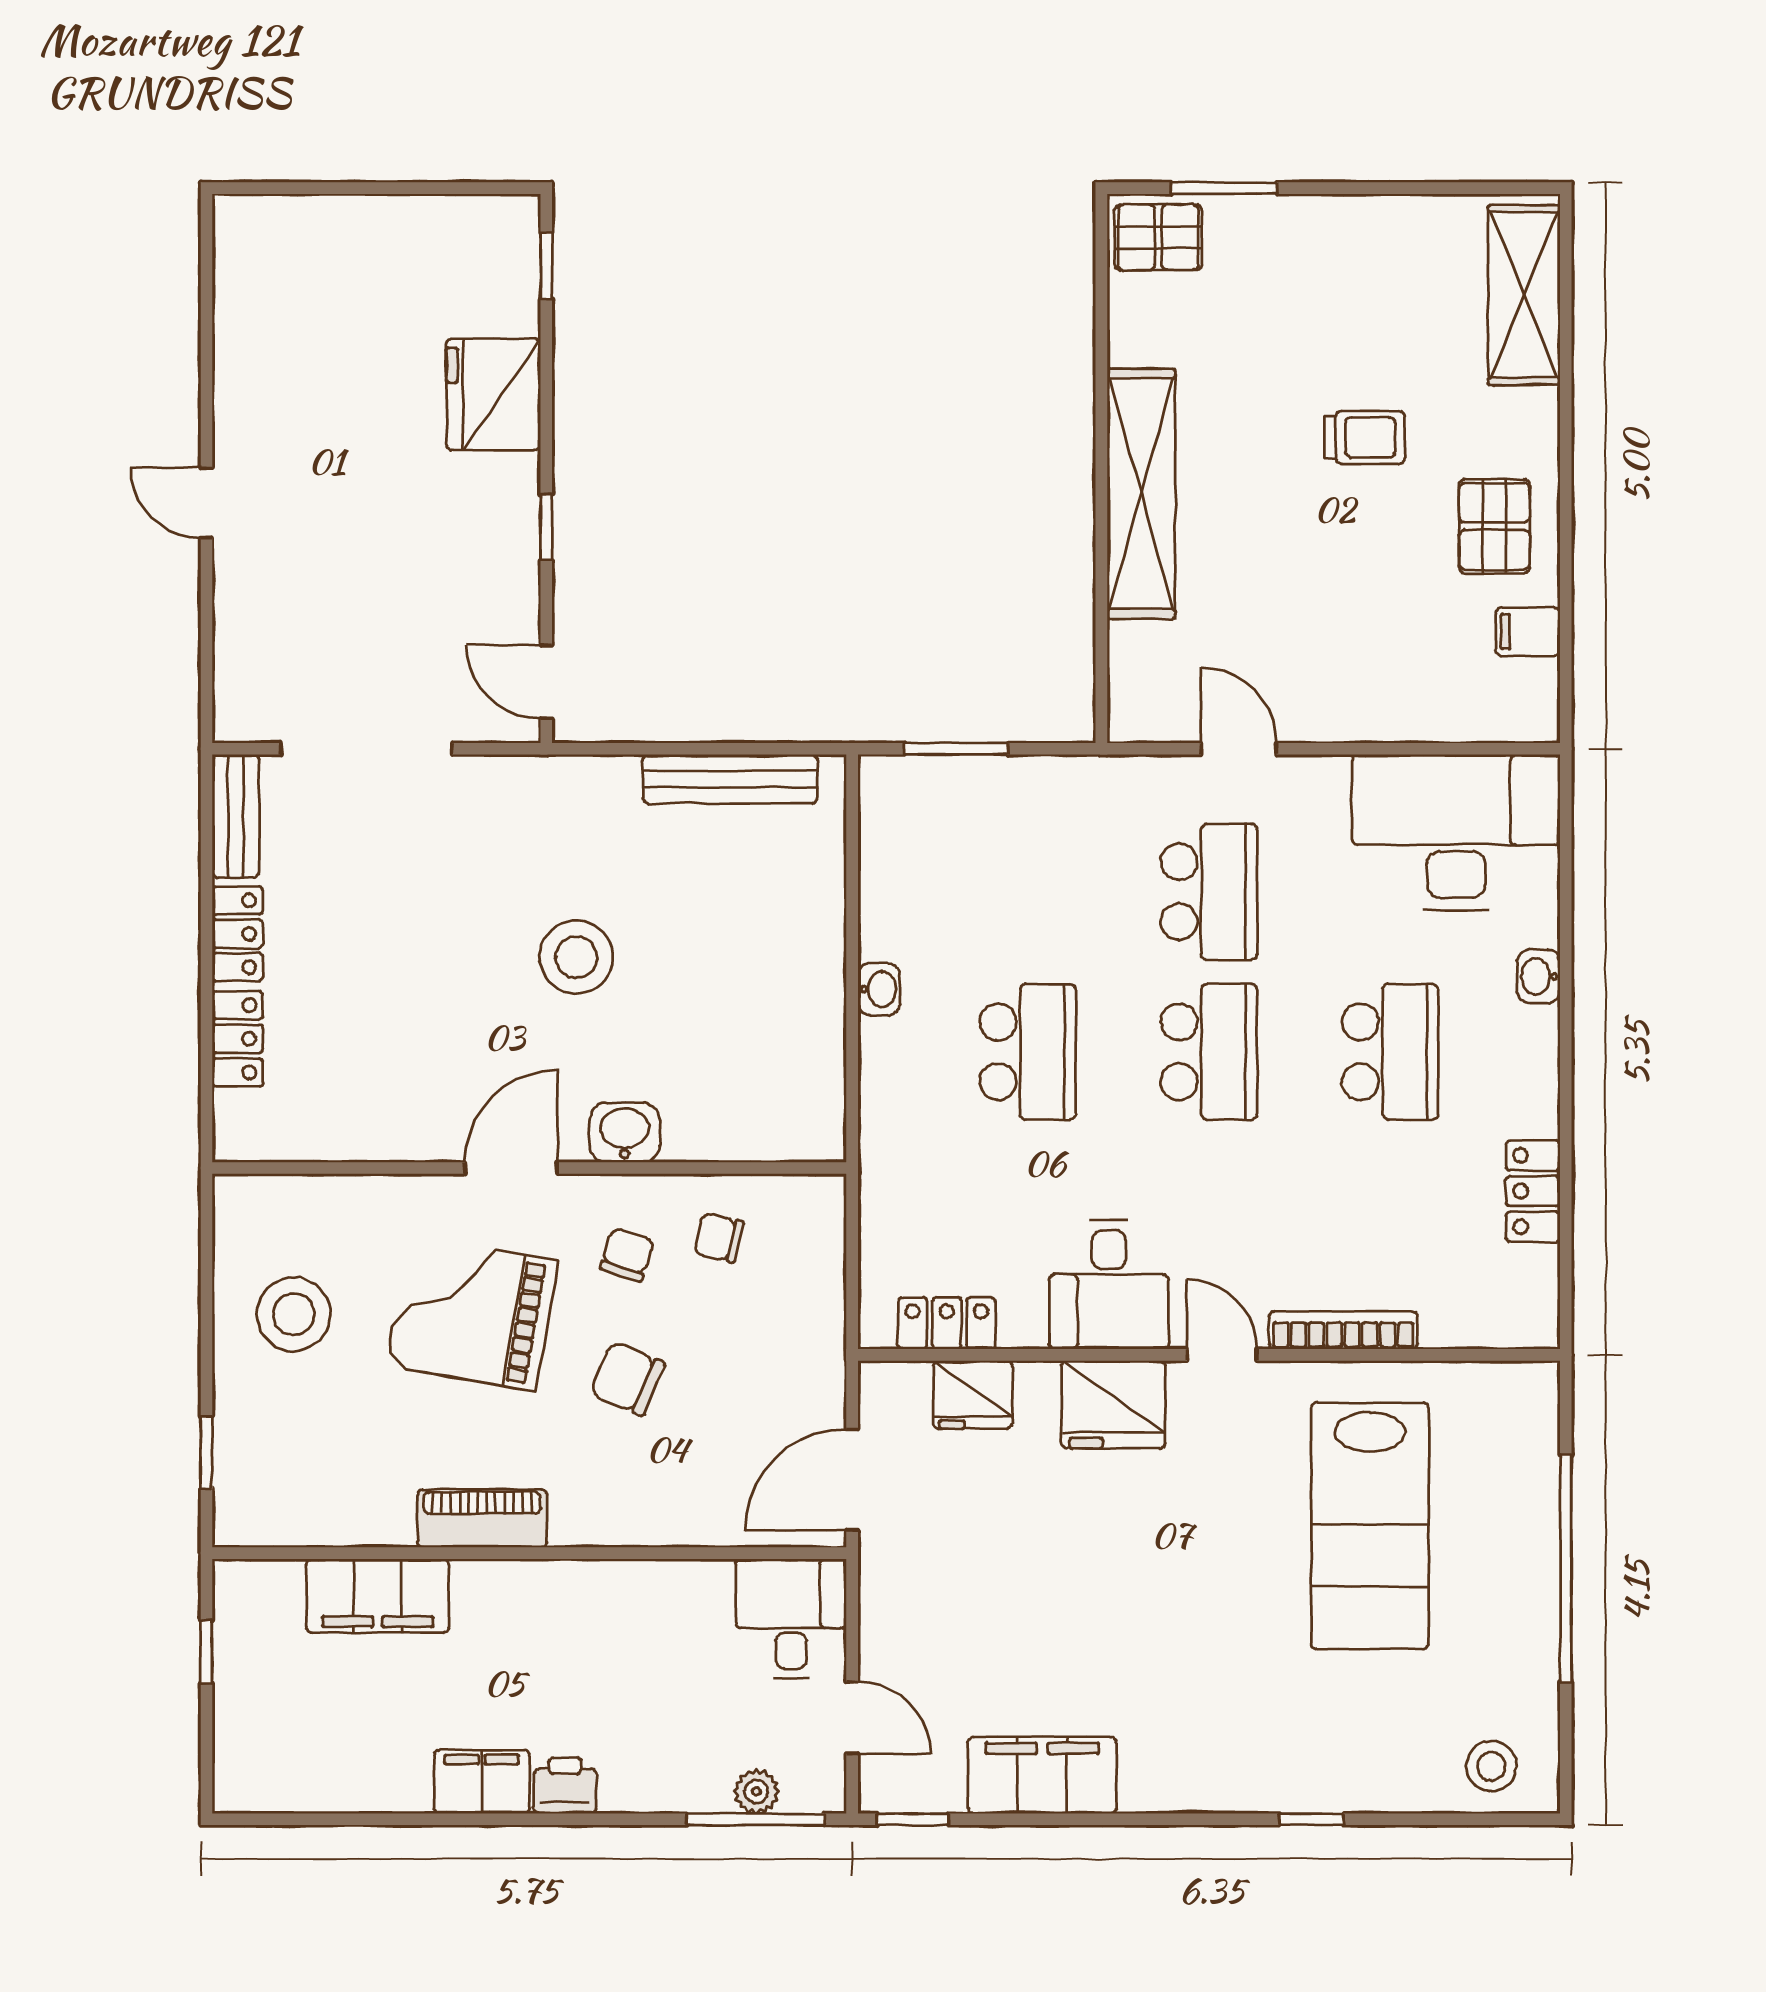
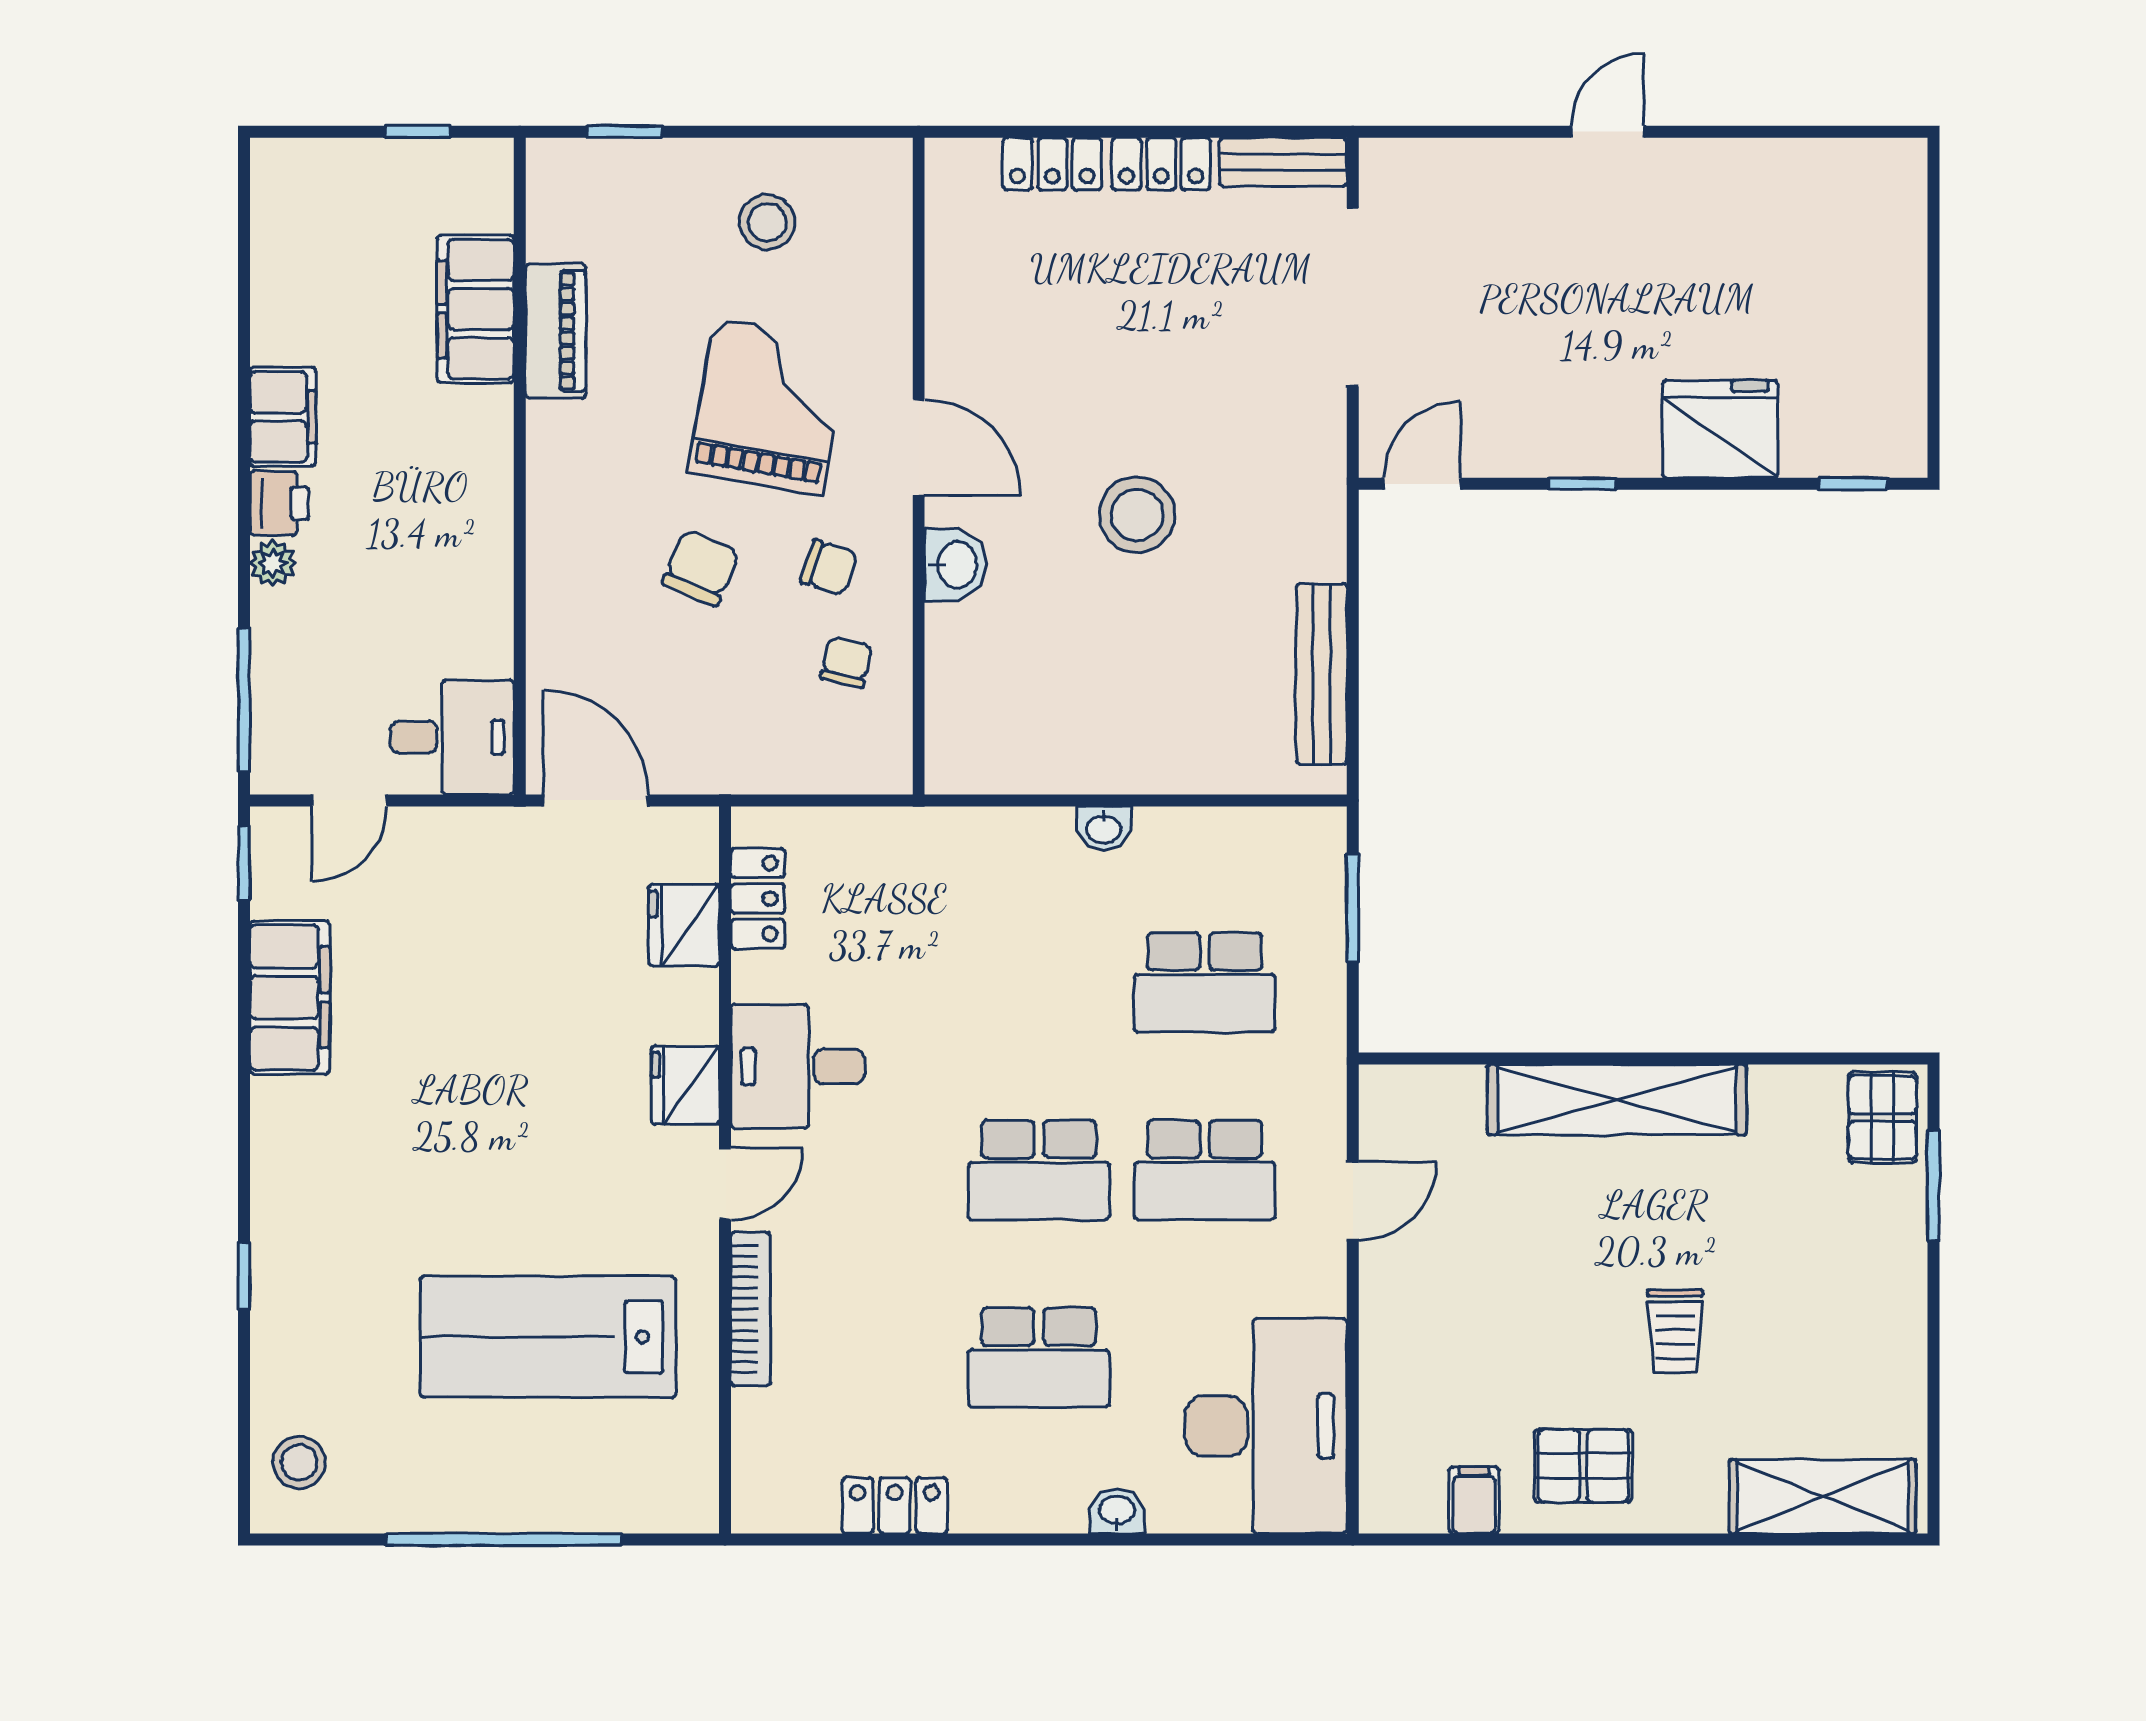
school desk: (1028, 1052) -> (1205, 982), moved
stool: (294, 1314) -> (767, 222), width x0.73, depth x0.73
fridge: (1113, 1404) -> (685, 1085), width x0.73, depth x0.75
piano: (482, 1518) -> (556, 331), moved
plant: (756, 1791) -> (273, 563), moved

